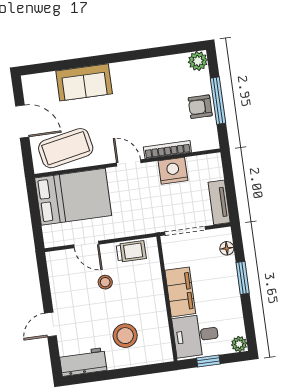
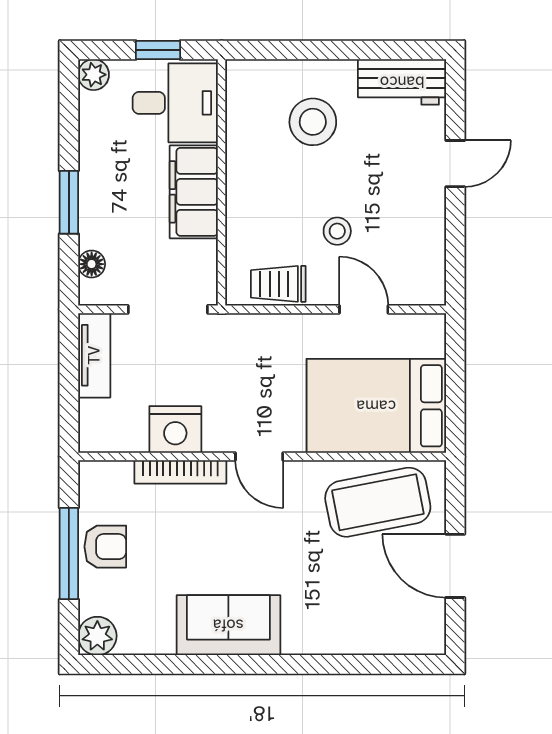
sofa: (84, 82) -> (228, 625), moved

